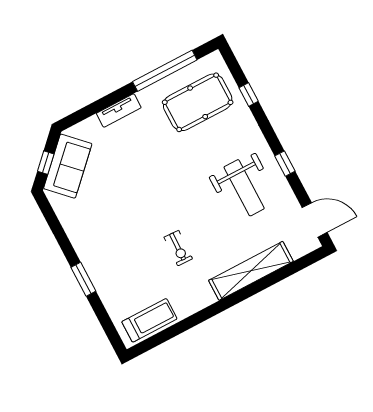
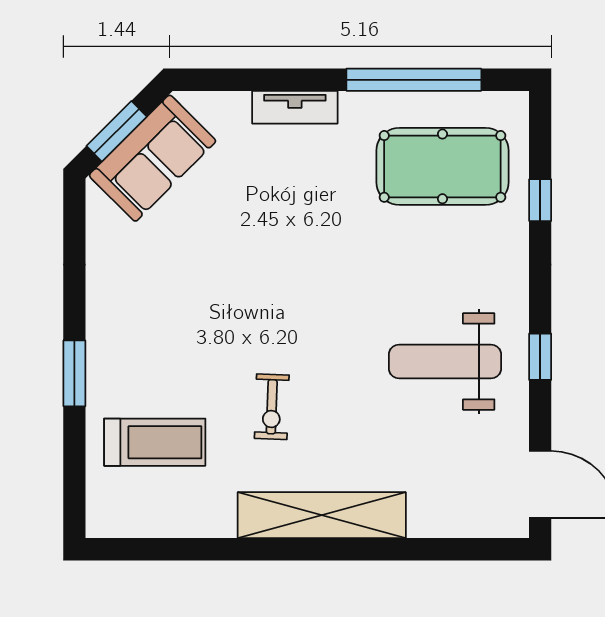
window: (46, 163) -> (117, 131), width x1.50
weight bench: (244, 188) -> (445, 361), turned 90
shelving: (251, 271) -> (322, 515), moved
treadmill: (149, 320) -> (155, 442), moved

